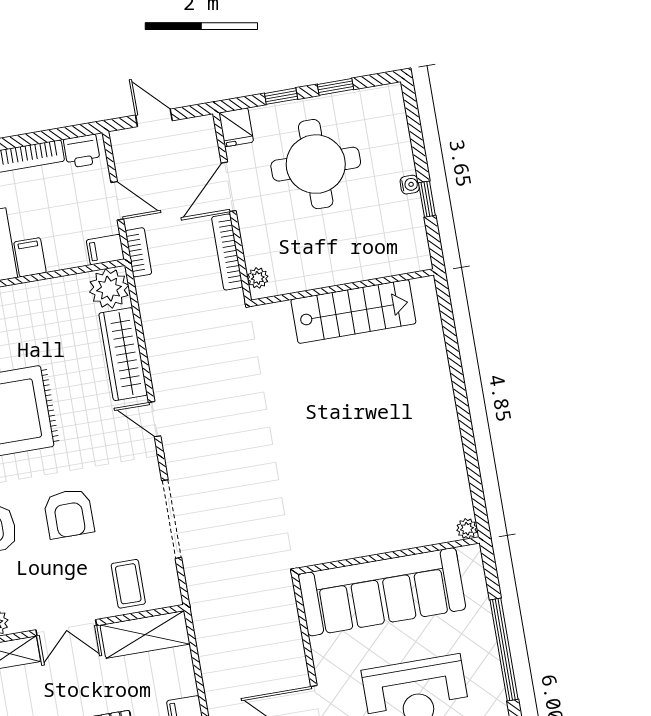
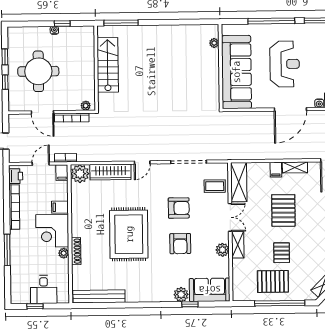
fridge: (236, 127) -> (16, 105), removed
window: (449, 326) -> (121, 23), added
plant: (467, 529) -> (214, 43), moved

